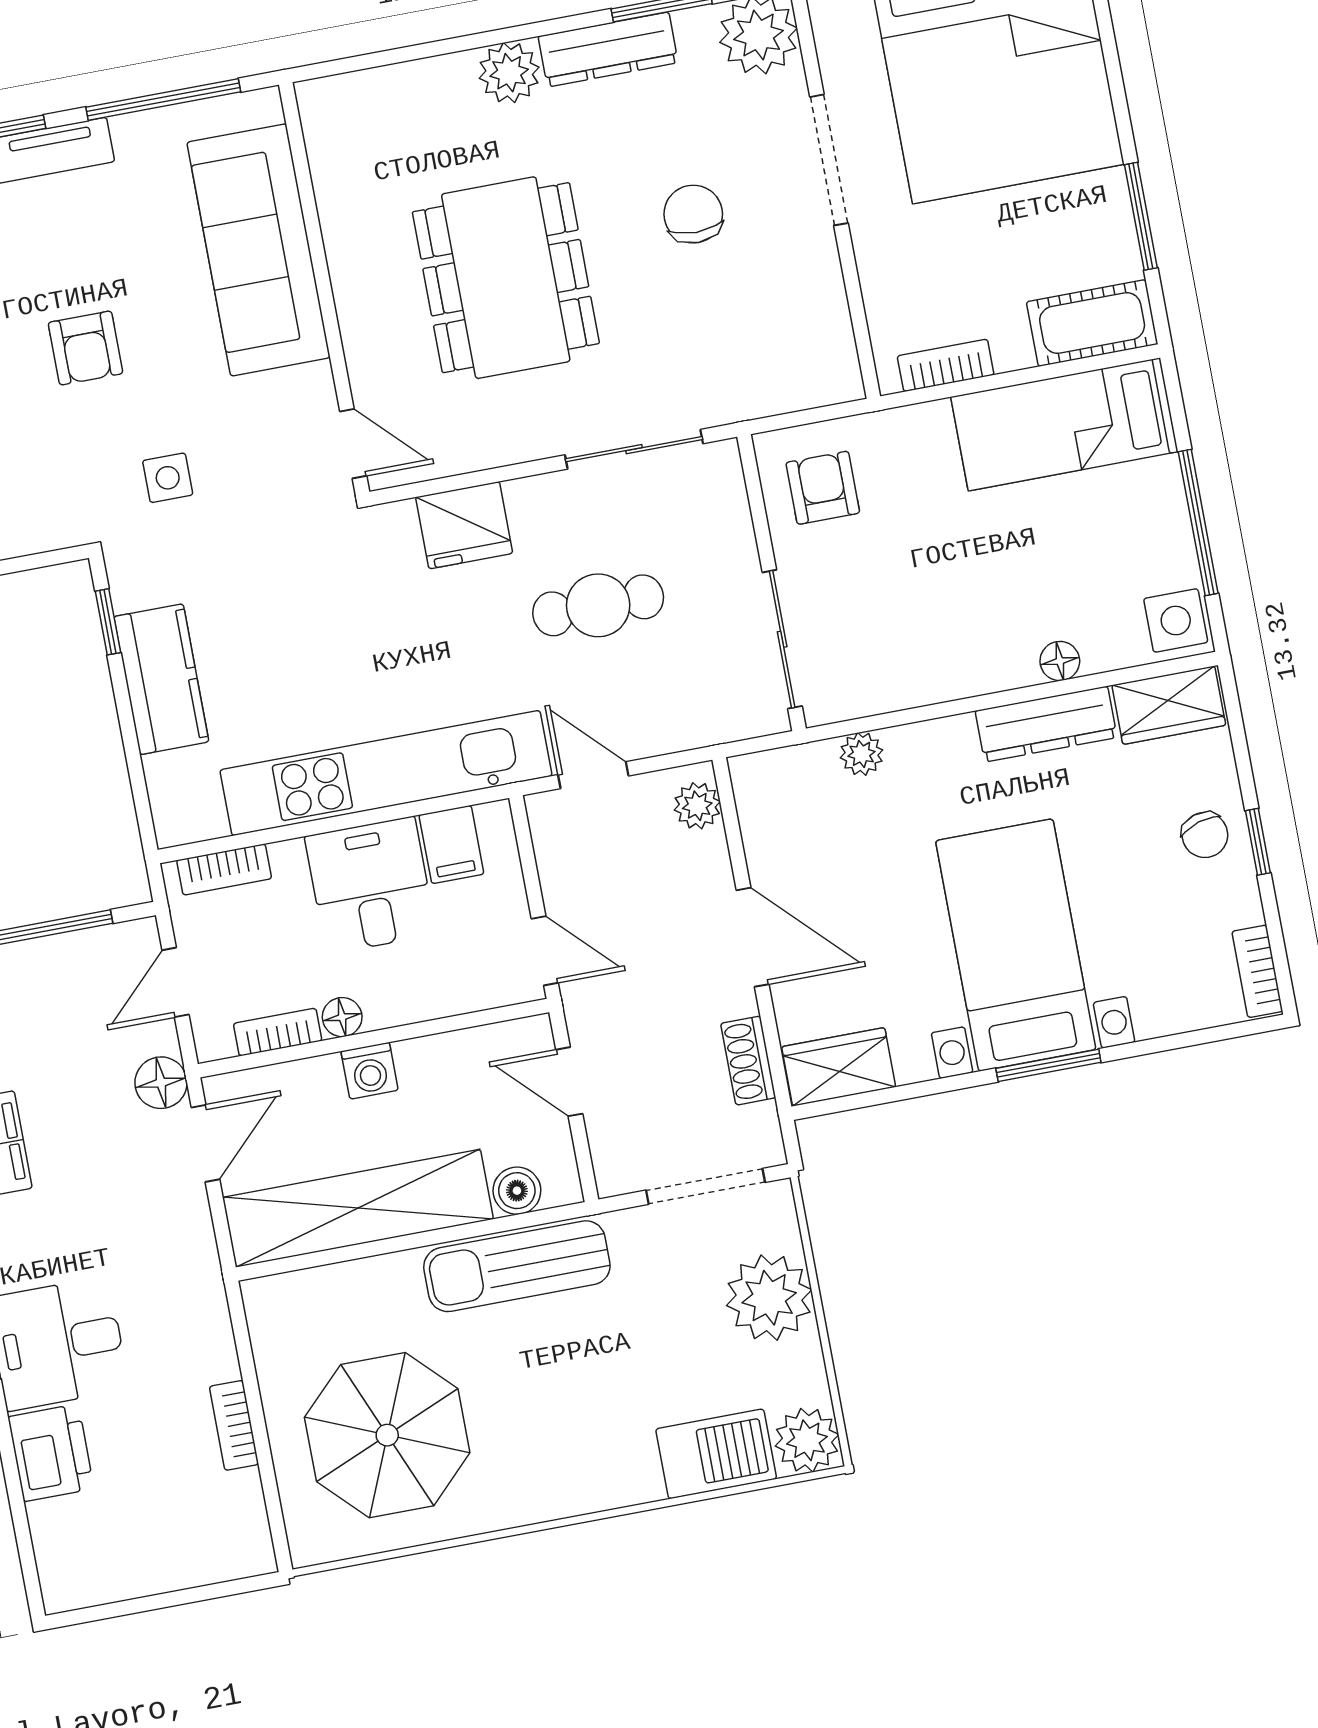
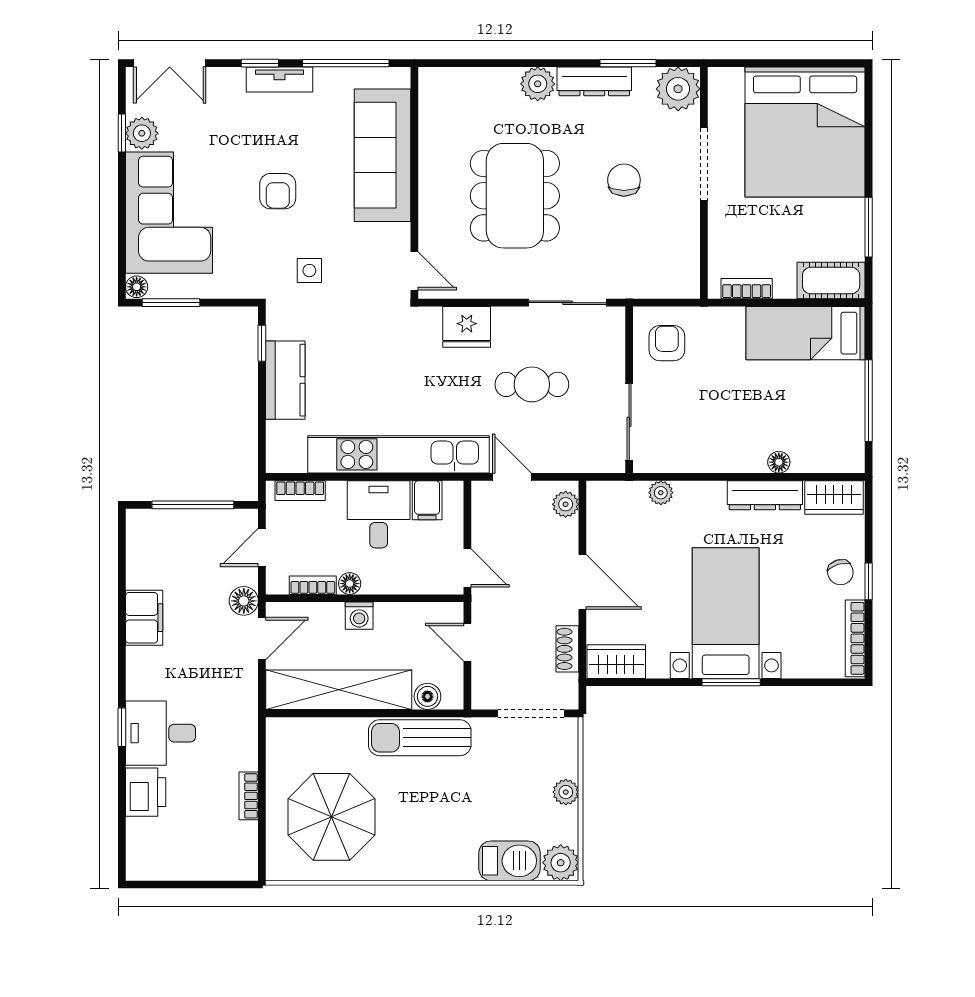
side table: (1176, 620) -> (846, 452), removed
bookcase: (1257, 971) -> (855, 638), width x1.56
plant: (769, 1298) -> (566, 792), width x0.53, depth x0.53

